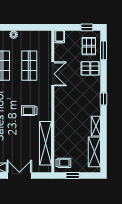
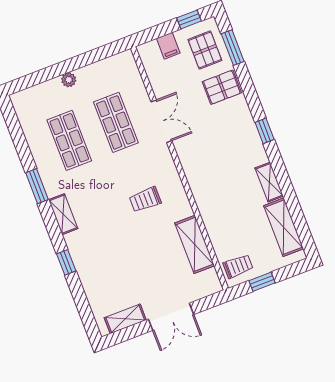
filing cabinet: (60, 37) -> (168, 46), moved
shelving: (46, 143) -> (195, 244), width x0.68
double door: (19, 175) -> (171, 317), swing flipped

